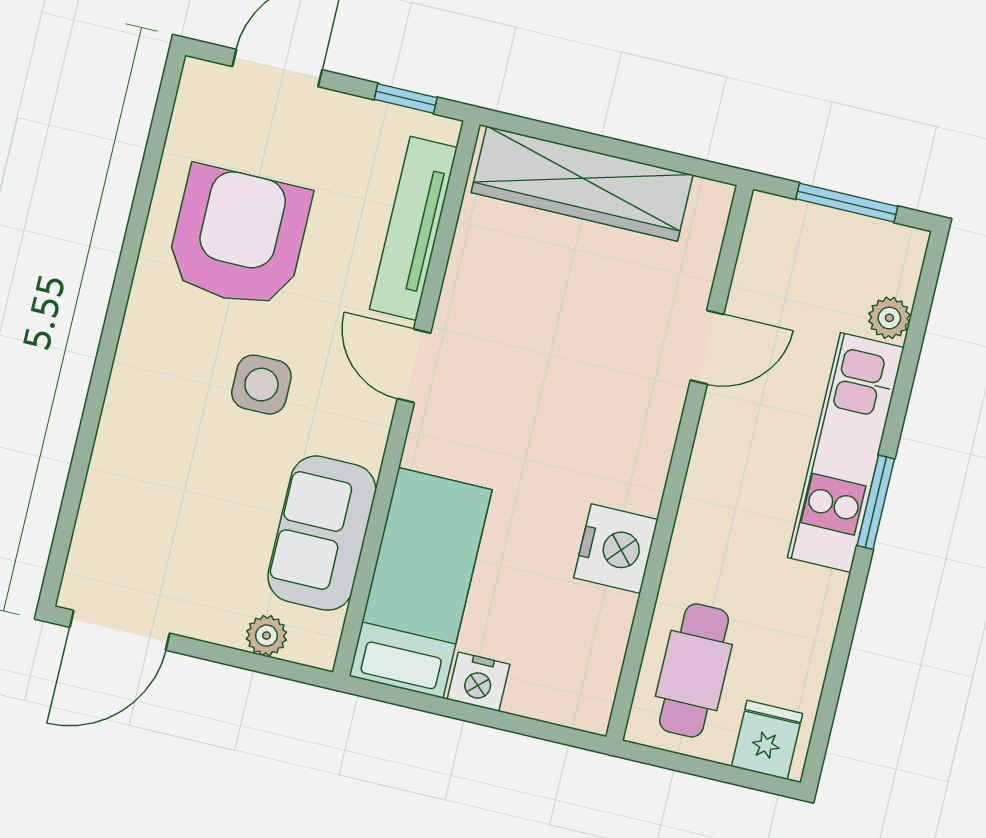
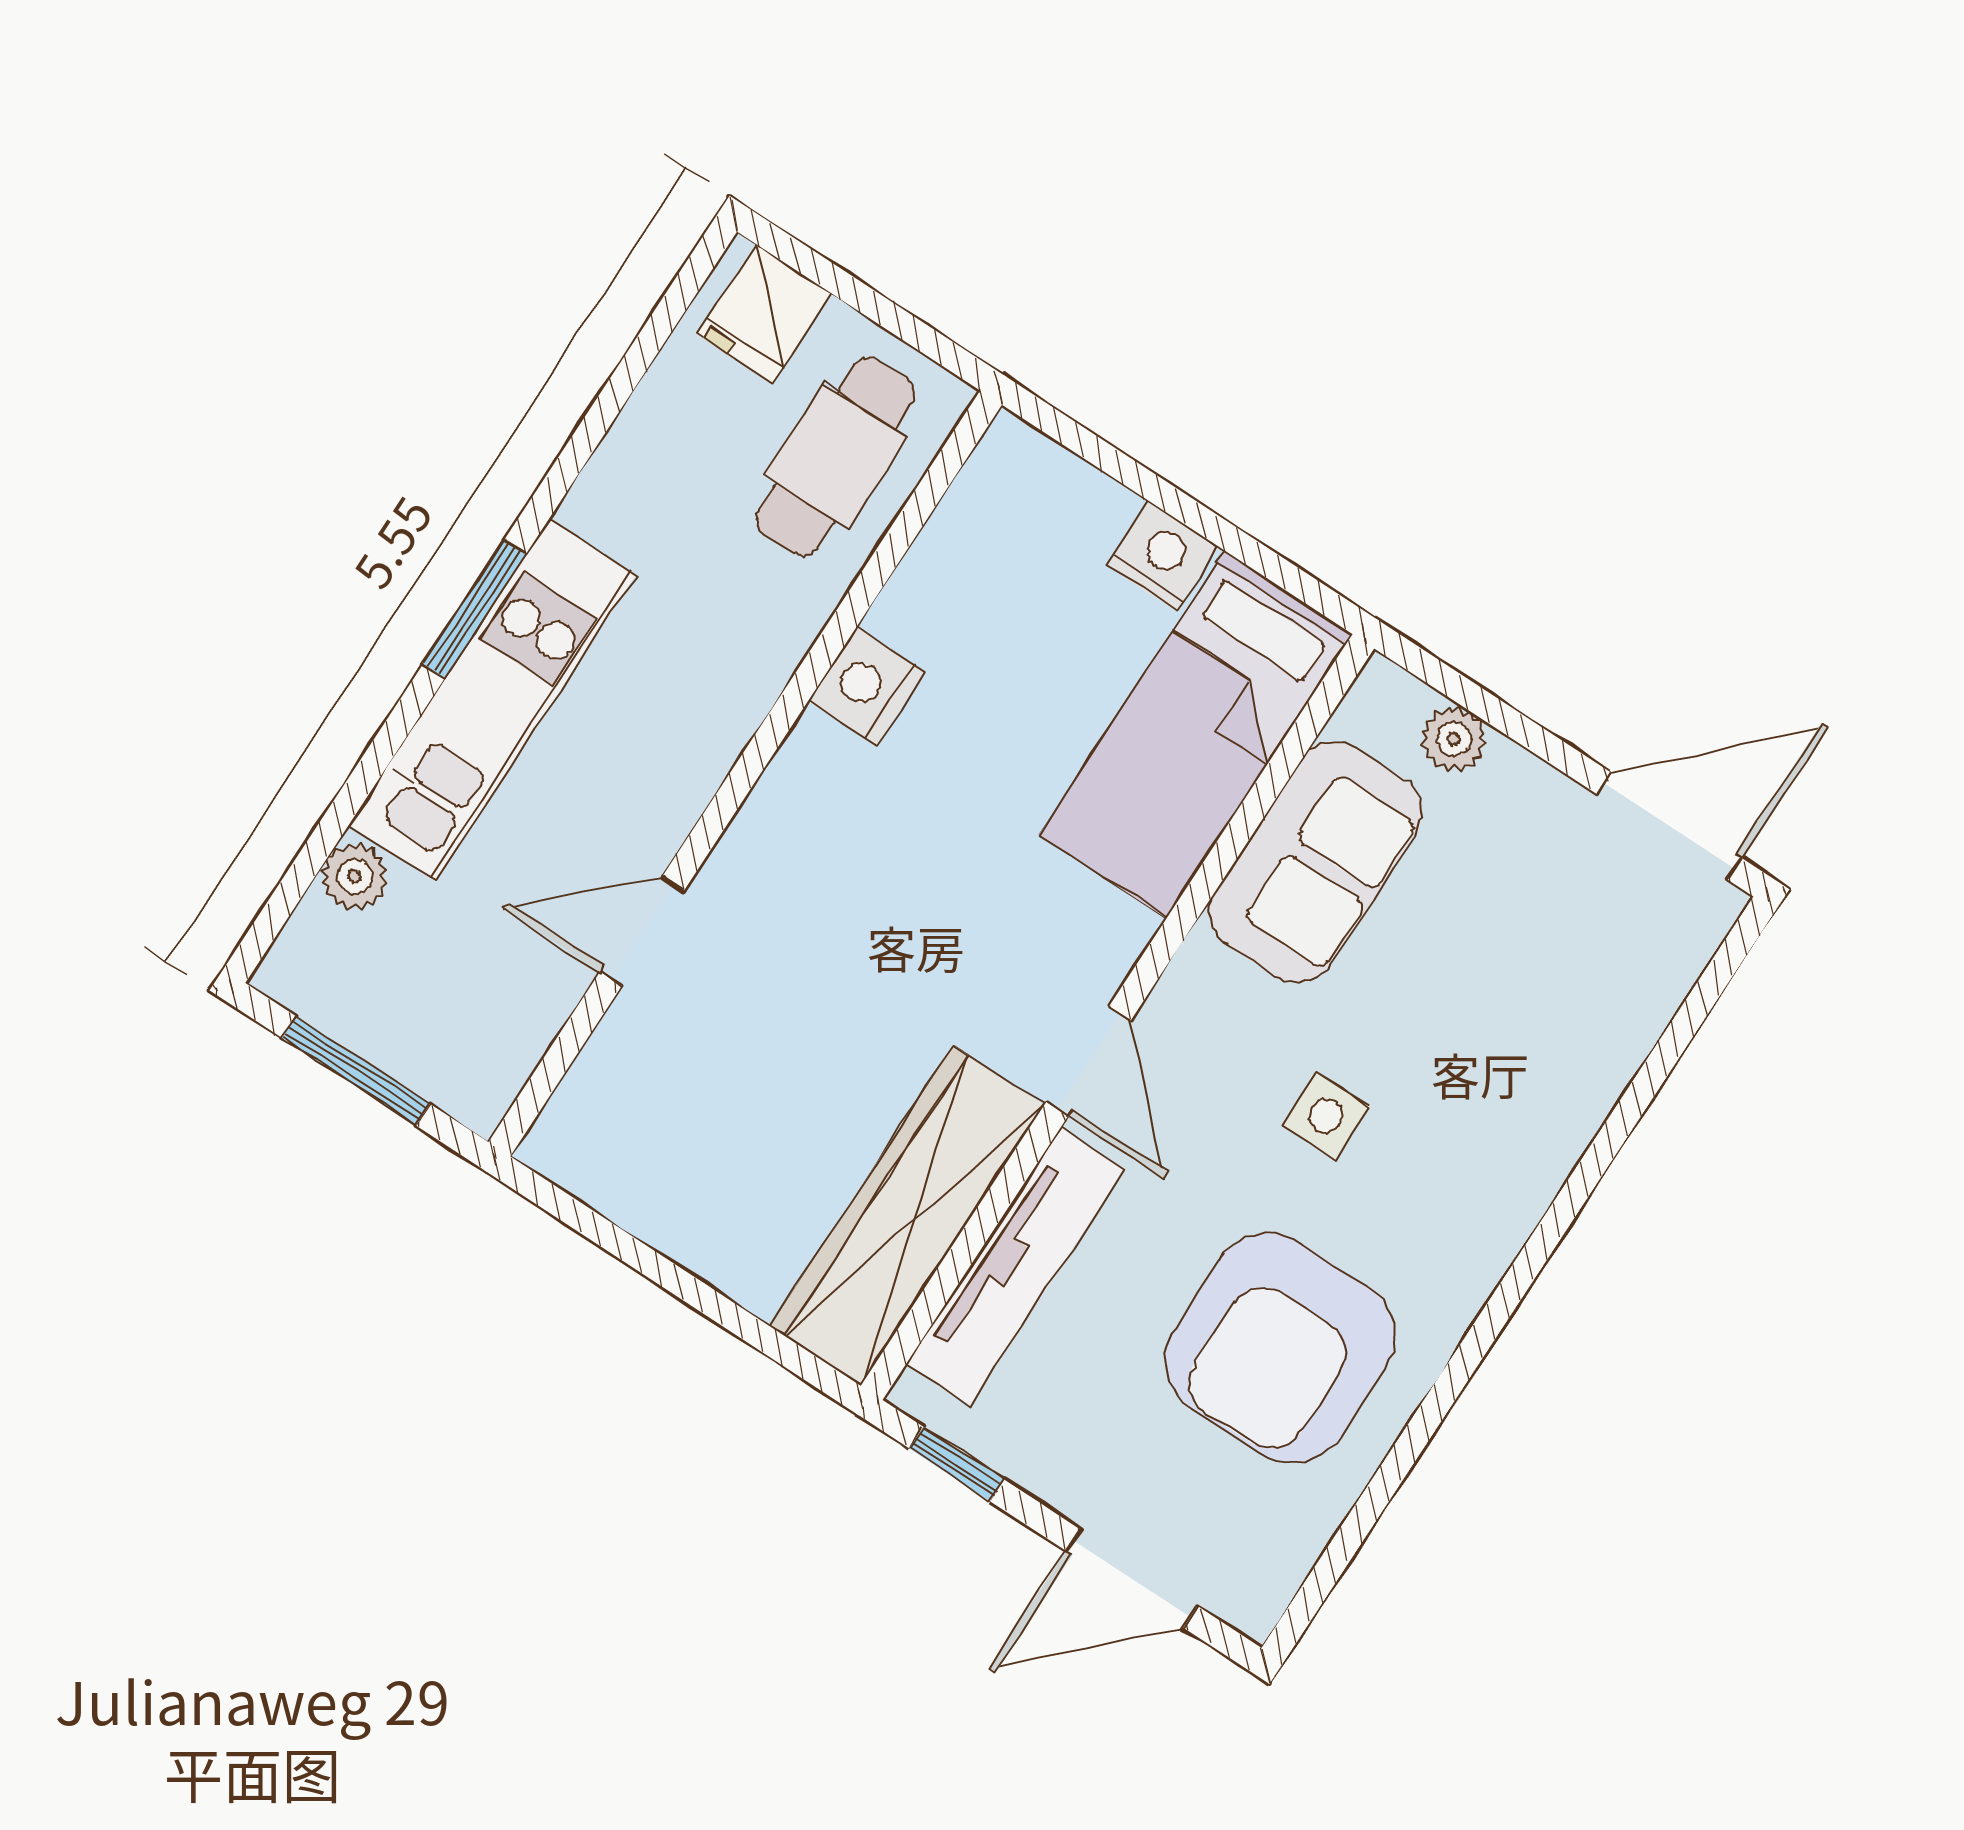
wardrobe: (582, 184) -> (907, 1216), moved, turned -90
side table: (261, 385) -> (1326, 1116), width x0.73, depth x0.73
nightstand: (616, 549) -> (867, 686), width x0.74, depth x0.75

